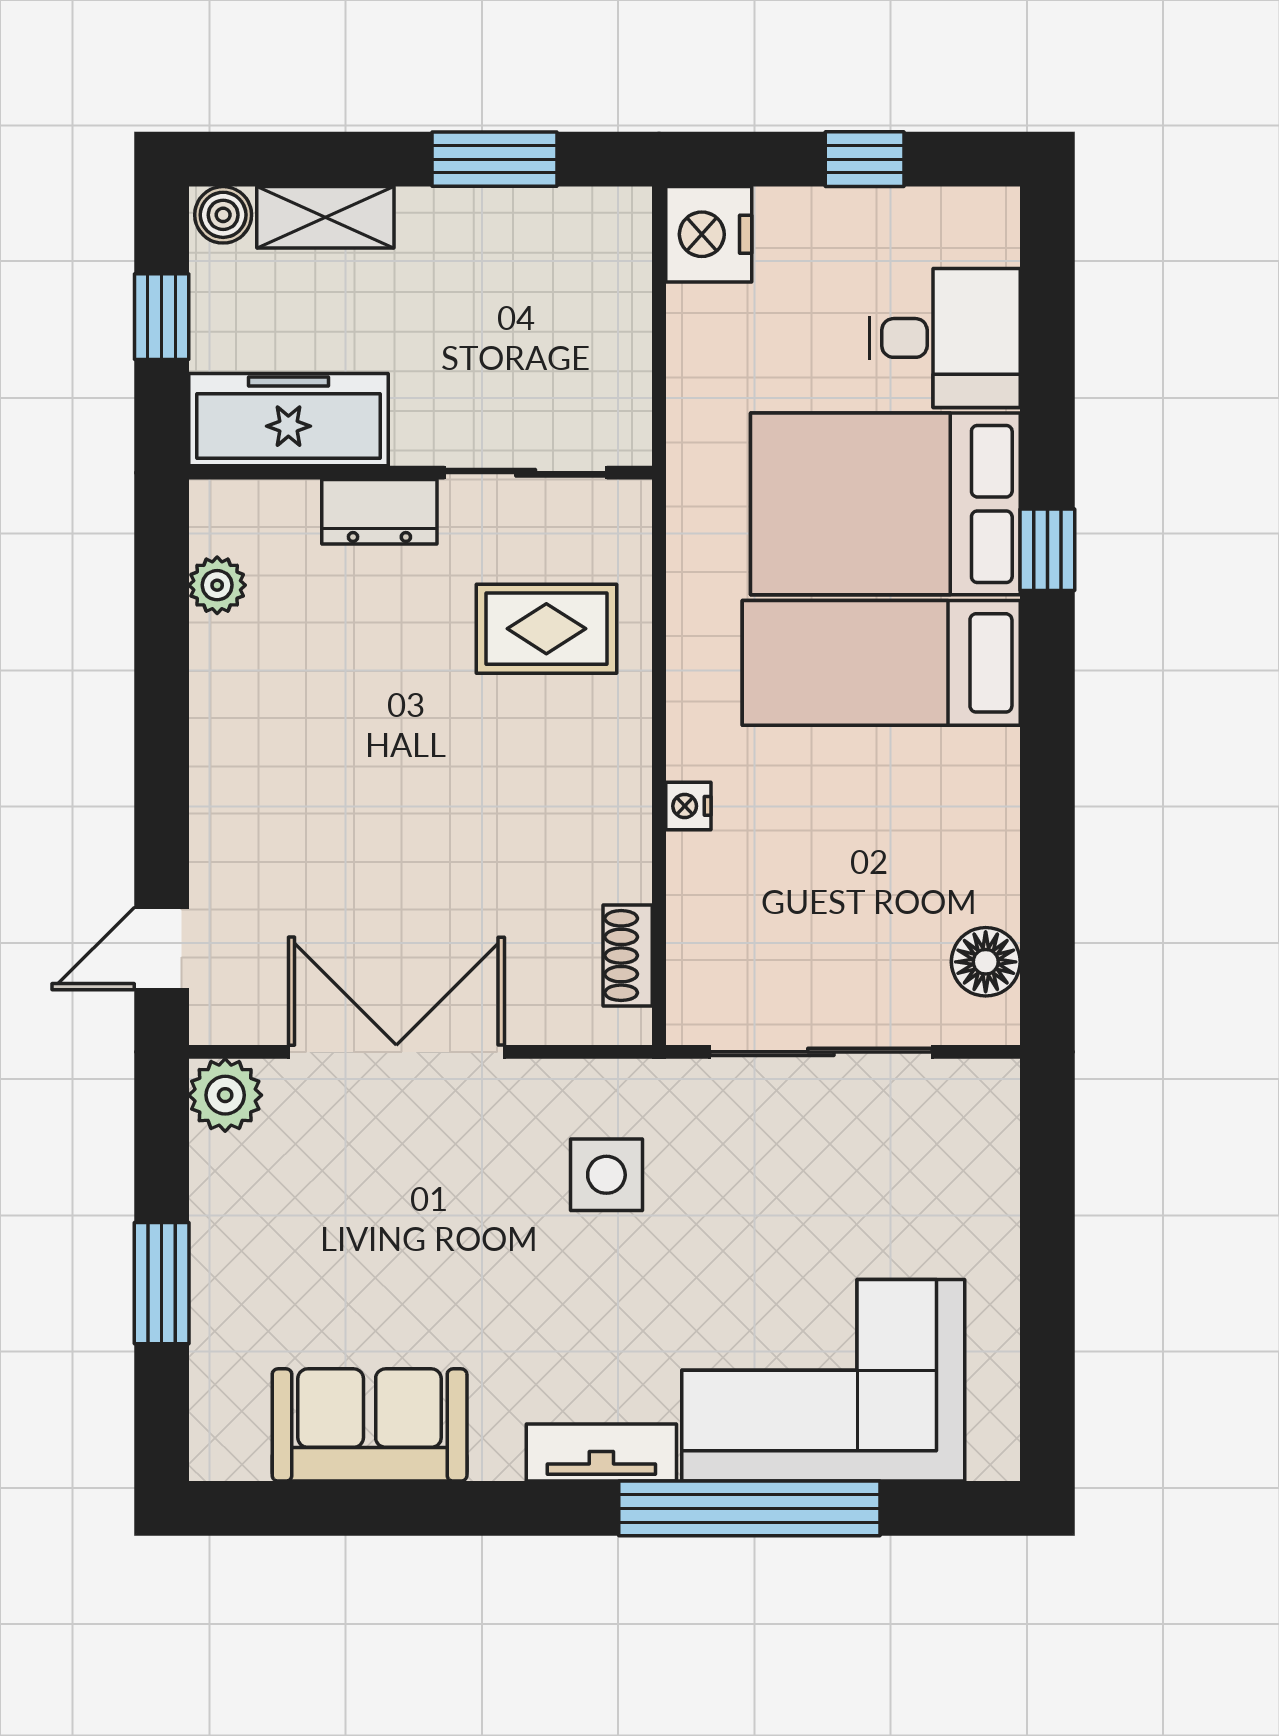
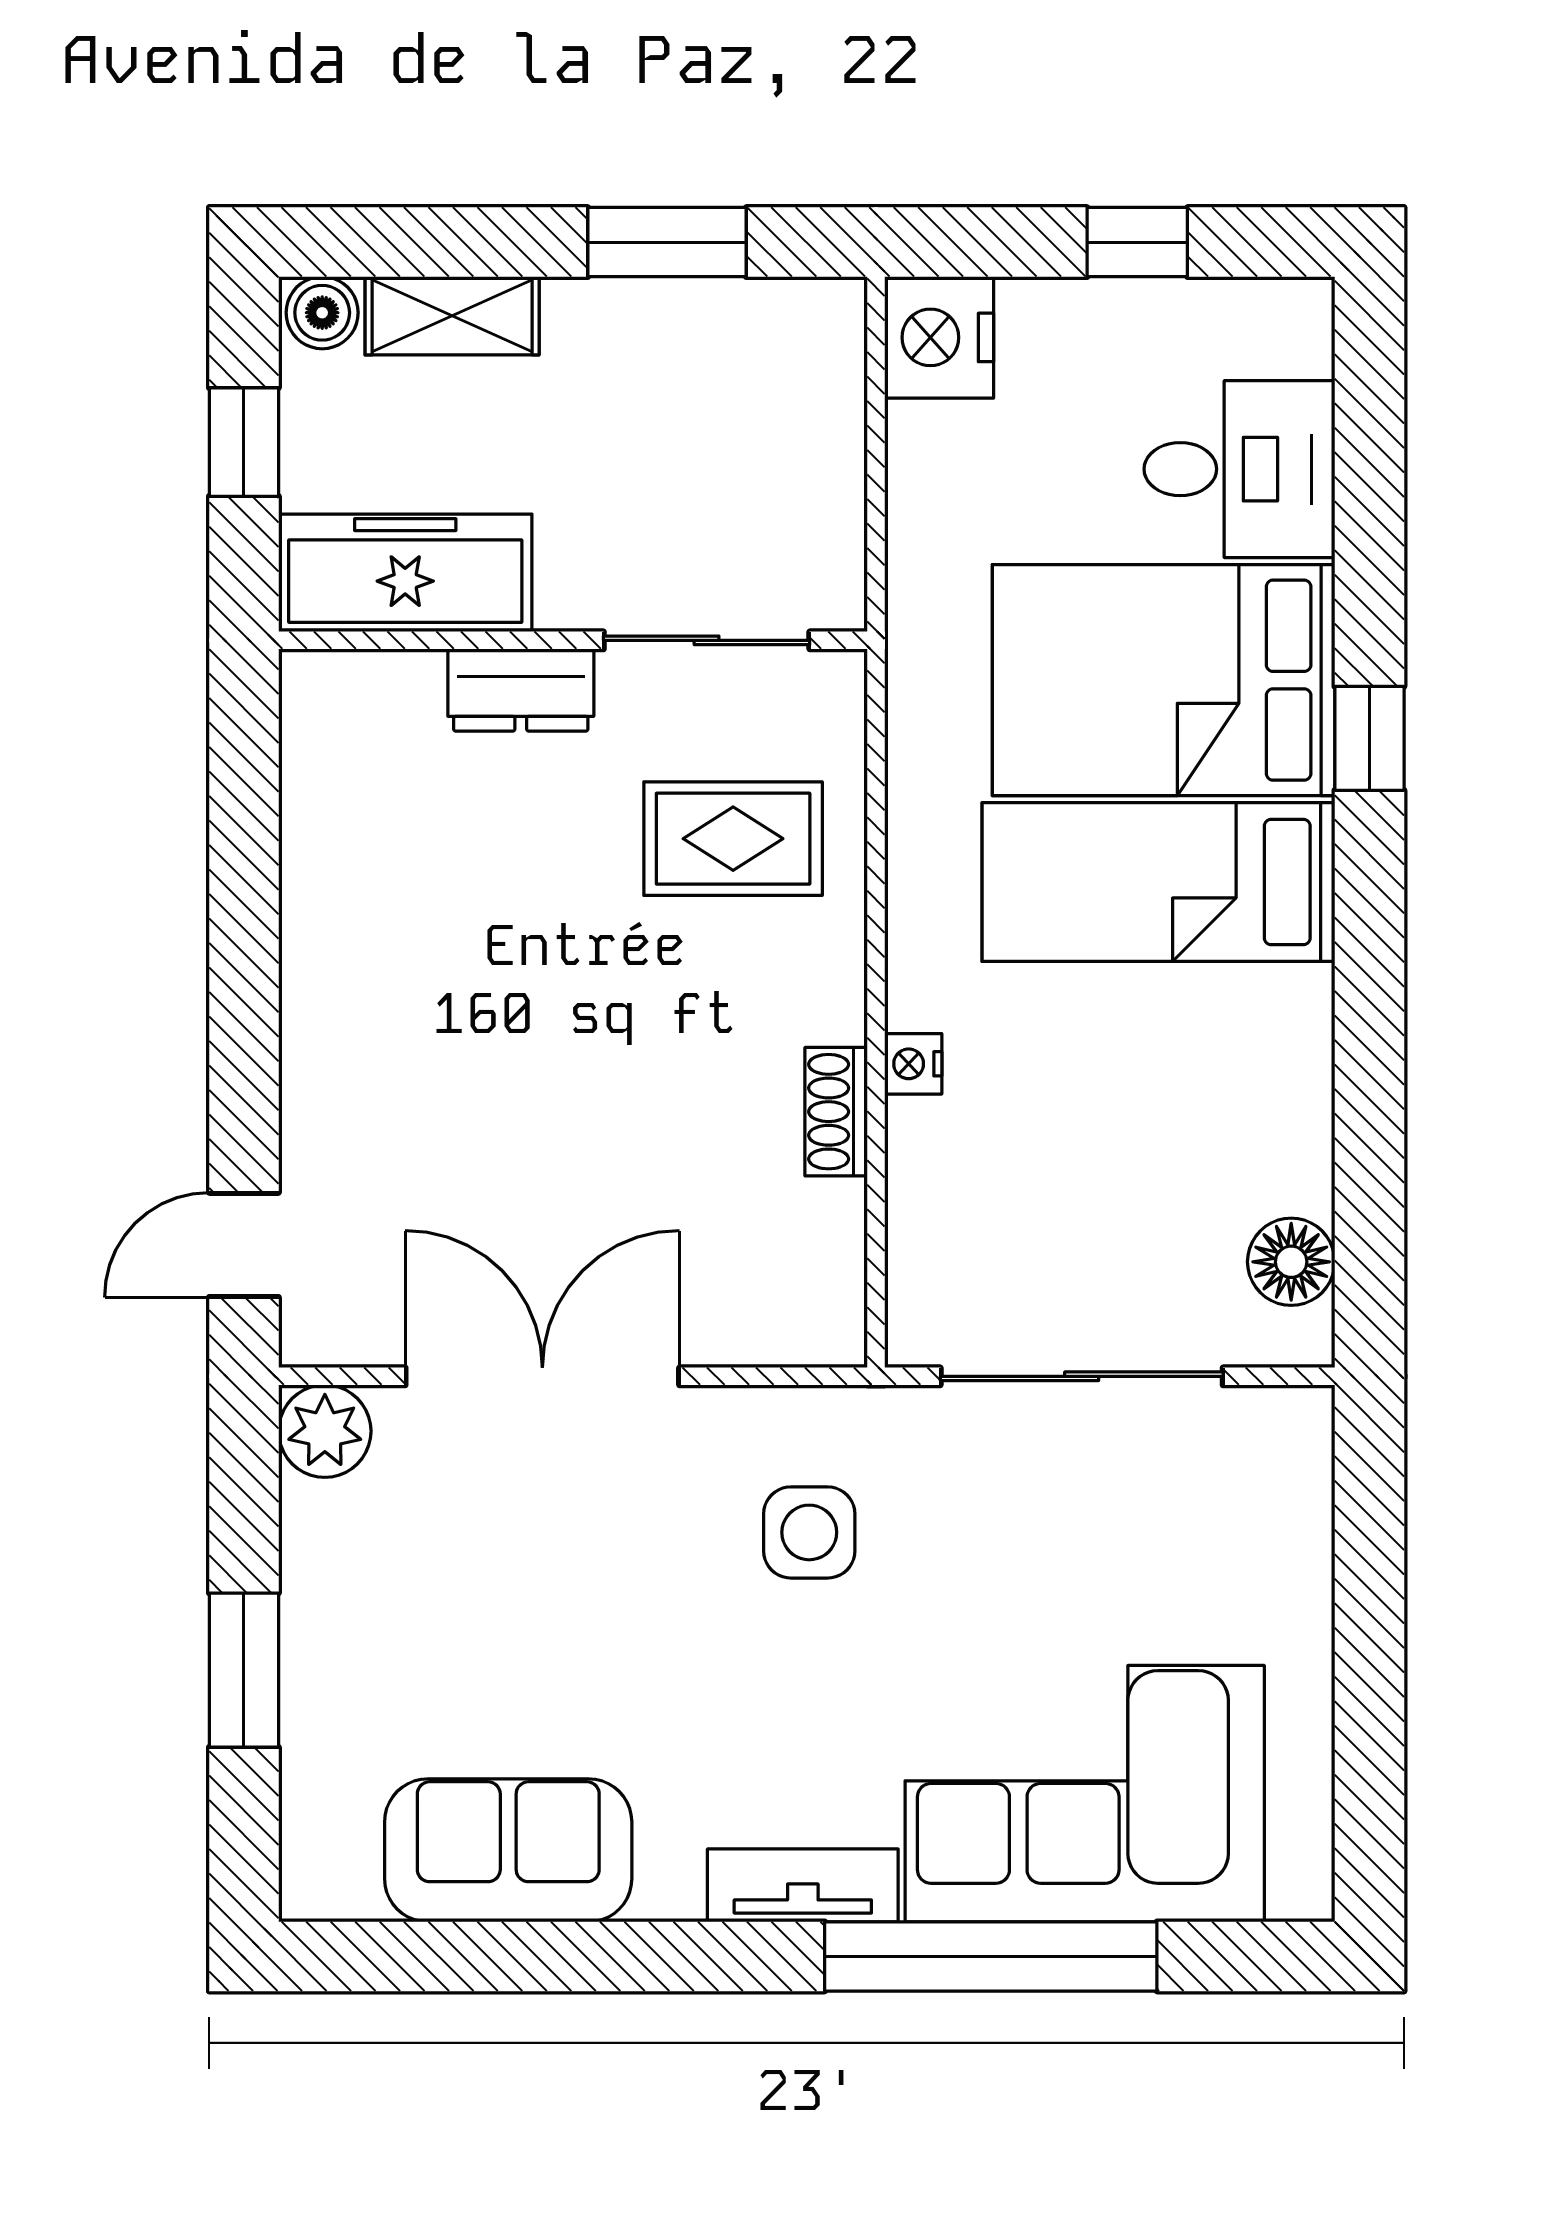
plant: (217, 585) -> (315, 783), removed
shoe rack: (628, 956) -> (836, 1112), moved

